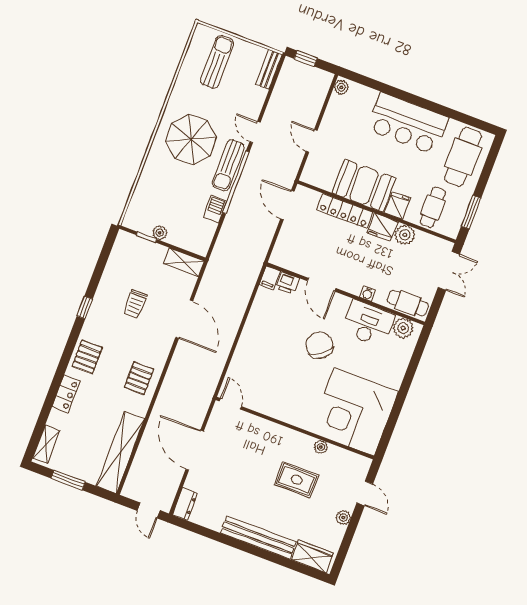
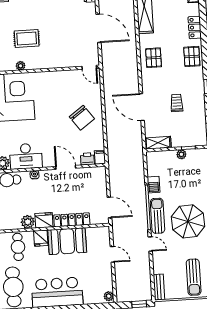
chair: (319, 345) -> (82, 118), moved

